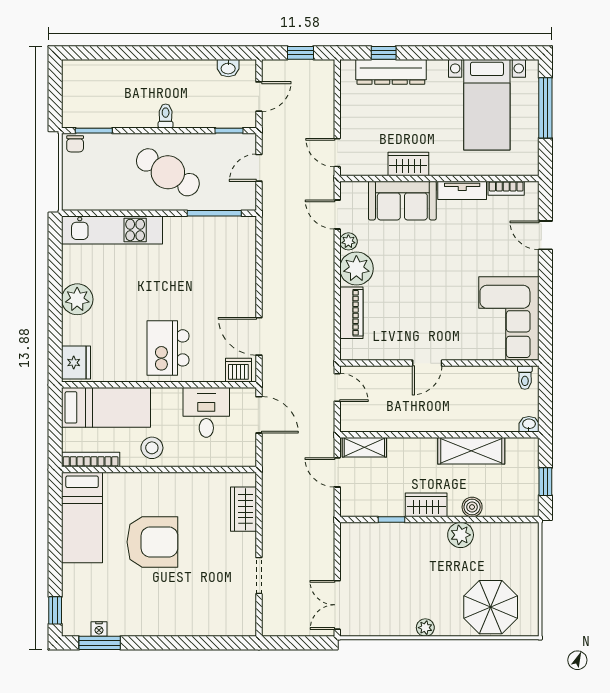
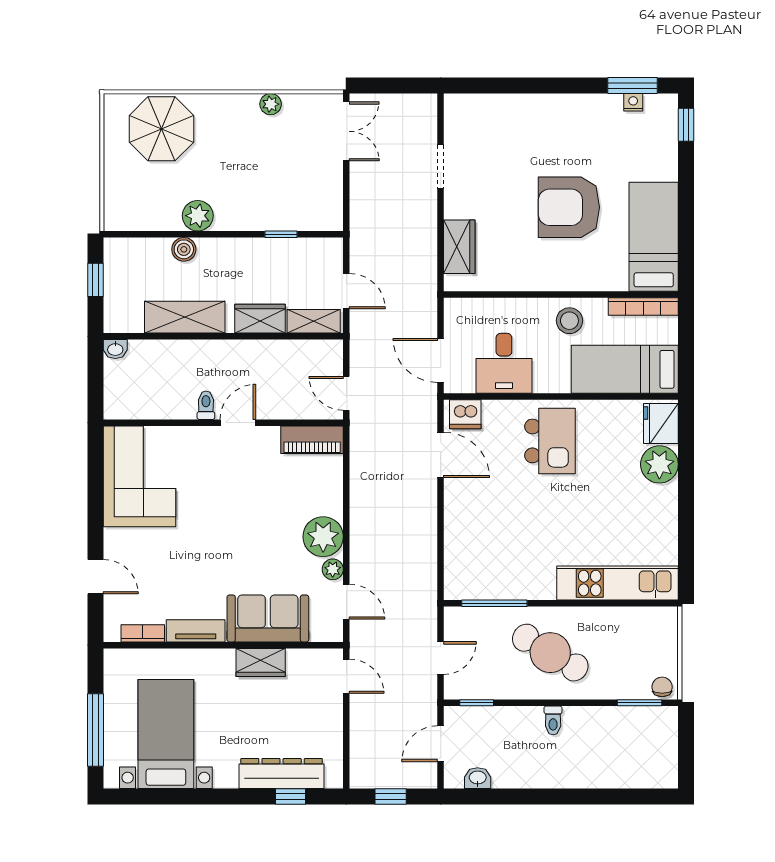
plant: (77, 299) -> (659, 464), moved
piano: (351, 313) -> (312, 440), moved, turned -90
toilet: (525, 378) -> (206, 405), moved
wardrobe: (426, 505) -> (260, 319), moved, turned 180
plant: (425, 628) -> (271, 104), moved

